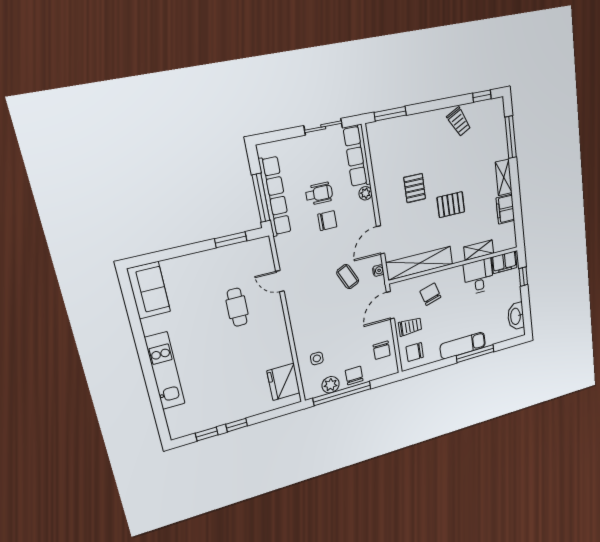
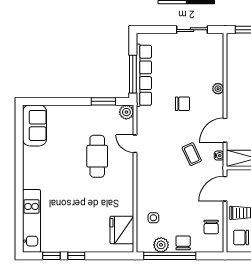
row of seats: (357, 156) -> (216, 58), removed
wheelchair: (319, 194) -> (180, 81), removed
plant: (262, 246) -> (126, 112), added
cafe table: (237, 307) -> (97, 156), width x1.37, depth x1.35
kitchen unit: (165, 371) -> (32, 221), moved

